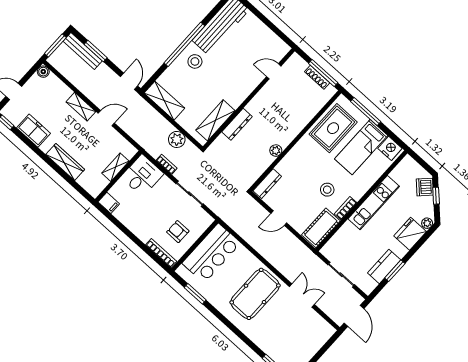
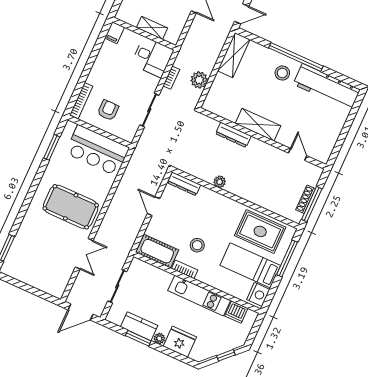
shelving: (215, 120) -> (258, 125), moved
dishwasher: (425, 187) -> (236, 312), moved, turned -135
plant: (427, 223) -> (159, 339), moved

